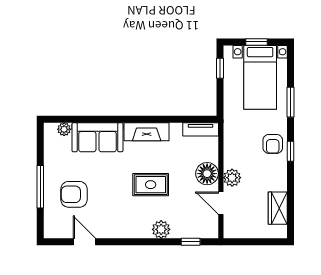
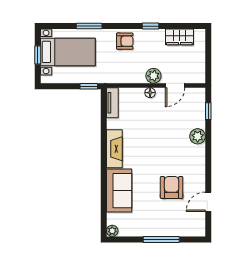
window: (220, 68) -> (89, 86), moved
plant: (64, 129) -> (112, 231), moved
window: (290, 151) -> (151, 26), moved
floor lamp: (207, 174) -> (150, 93), width x0.53, depth x0.53
rug: (151, 185) -> (159, 145), removed
armchair: (74, 194) -> (172, 187), moved, turned 180

